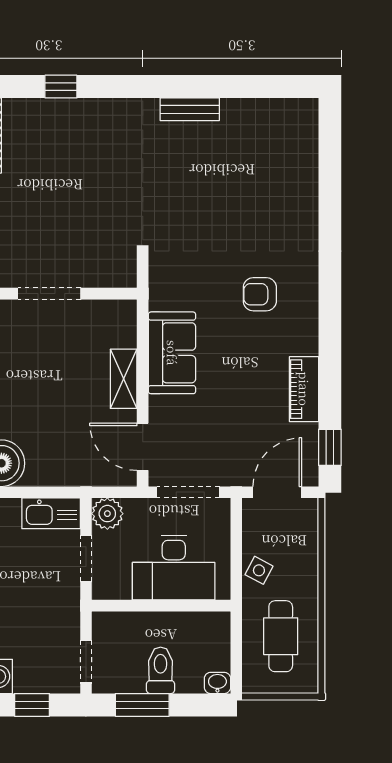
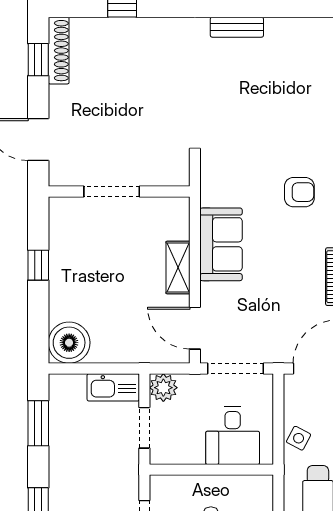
armchair: (260, 294) -> (299, 192), turned 180
desk: (174, 568) -> (233, 436), width x0.73

